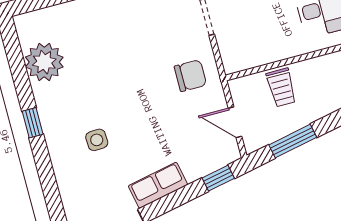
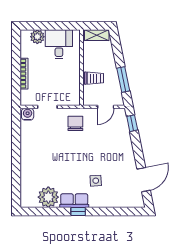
row of seats: (158, 185) -> (74, 201), moved, turned 101

